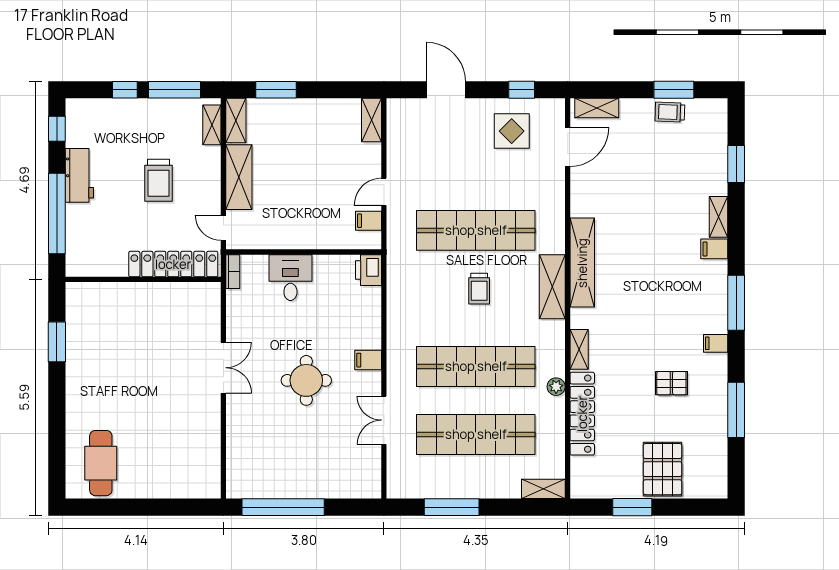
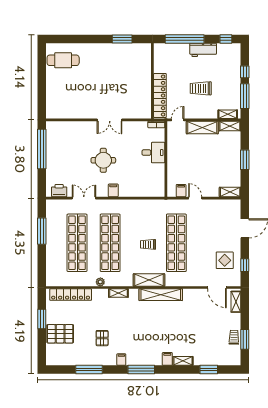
window: (276, 90) -> (245, 160), moved
printer: (368, 270) -> (59, 191), moved
locker: (582, 414) -> (71, 295), moved
shelving: (543, 489) -> (51, 276), removed

